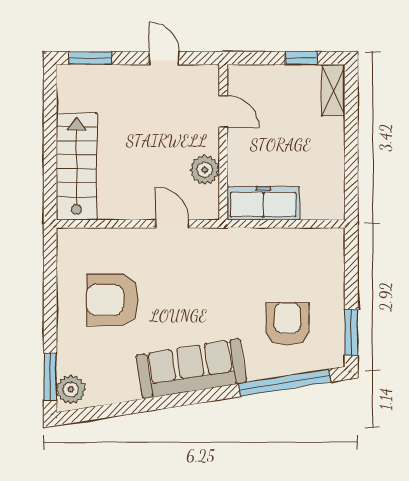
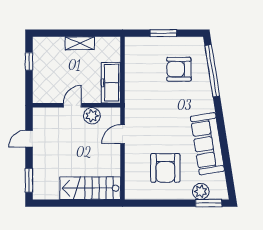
shelving: (333, 90) -> (80, 43), moved
door: (223, 111) -> (72, 105), moved
window: (351, 332) -> (163, 33), moved
sofa: (191, 369) -> (207, 144), moved
plant: (71, 389) -> (201, 191), moved

